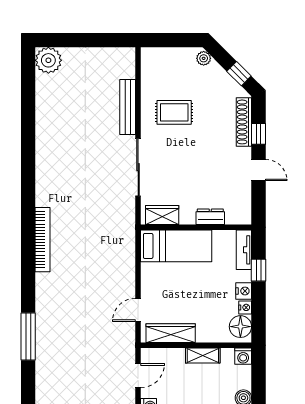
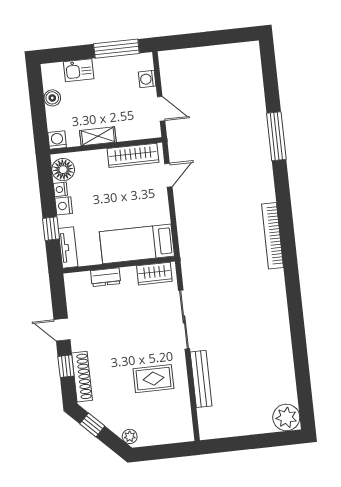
door: (138, 376) -> (161, 109), swing flipped

